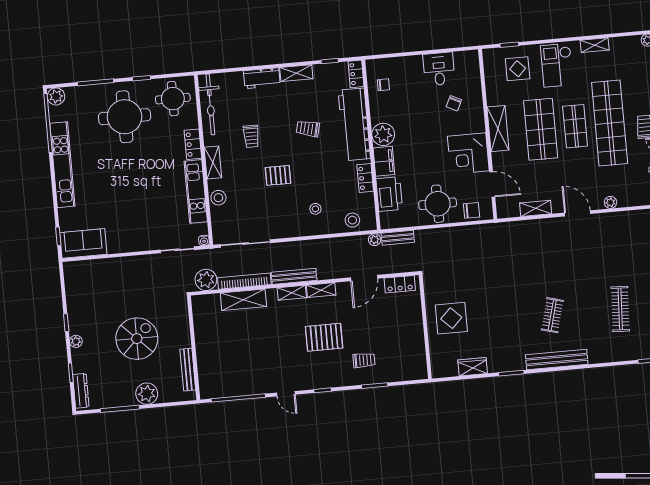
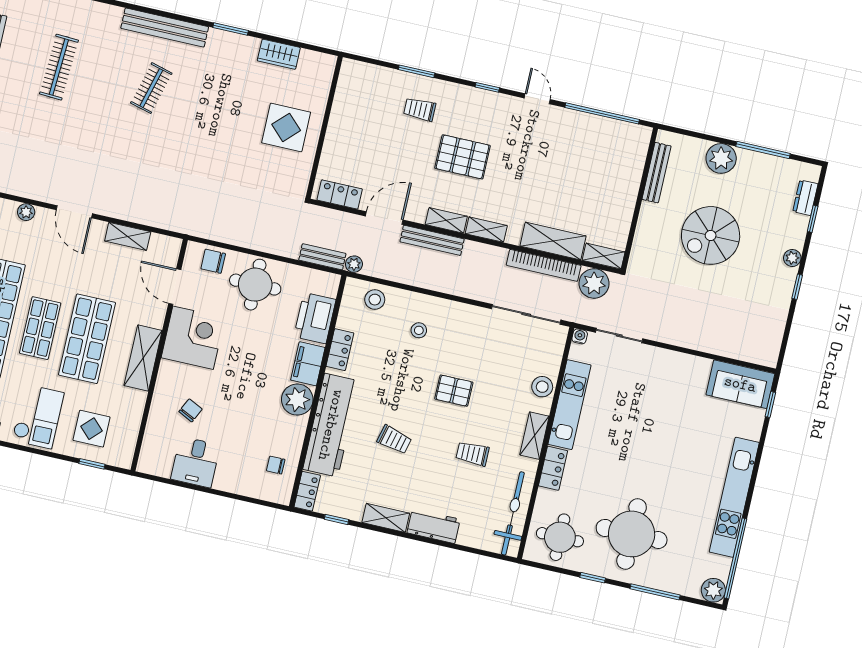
trolley: (251, 136) -> (472, 454), turned -90
bench: (294, 276) -> (432, 240), moved
shelving: (205, 301) -> (604, 256), added
dresser: (81, 391) -> (805, 198), width x0.70

